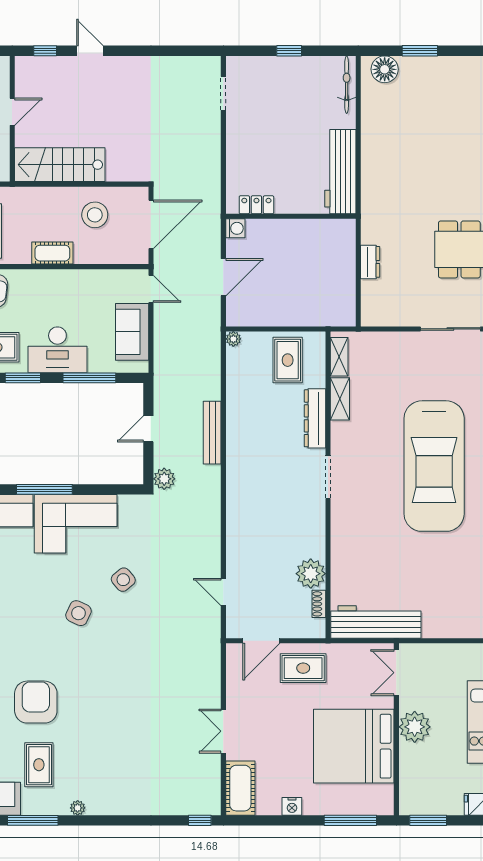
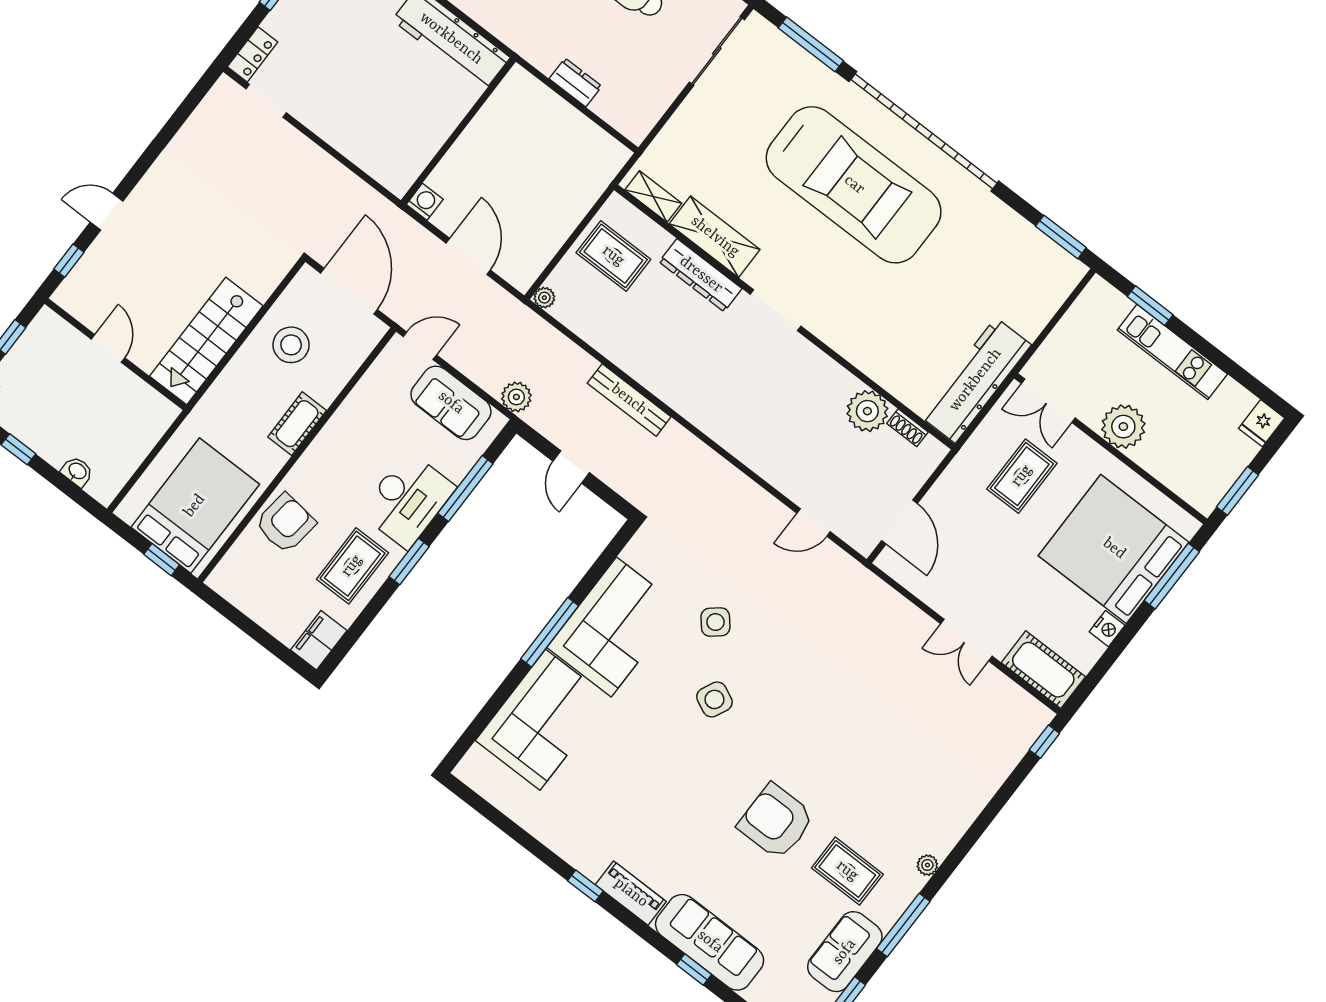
locker: (256, 205) -> (253, 54), moved, turned 180
shelving: (340, 399) -> (715, 237), width x1.50, depth x1.33
plant: (164, 479) -> (516, 397), moved
rug: (303, 668) -> (1022, 476), moved
bed: (354, 746) -> (1114, 549), moved, turned 90

